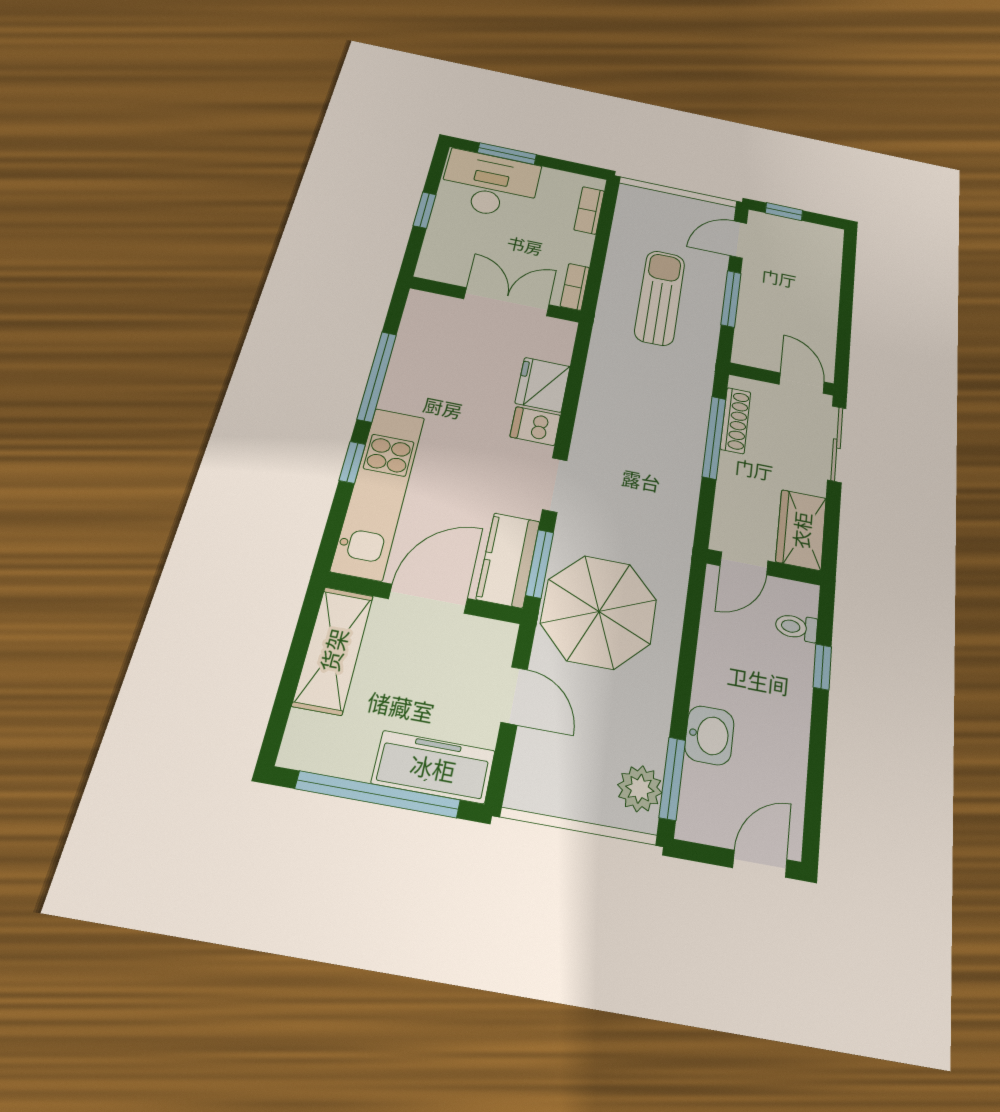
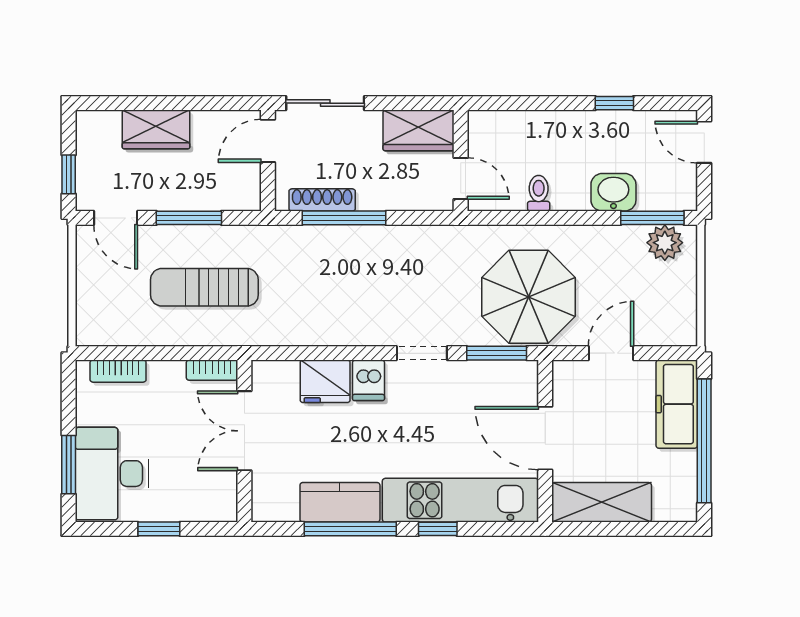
wardrobe: (821, 290) -> (156, 129), added
kitchen counter: (508, 560) -> (340, 502), moved, turned 180
toilet: (796, 627) -> (539, 193), moved, turned 180
window: (822, 667) -> (614, 103), moved

